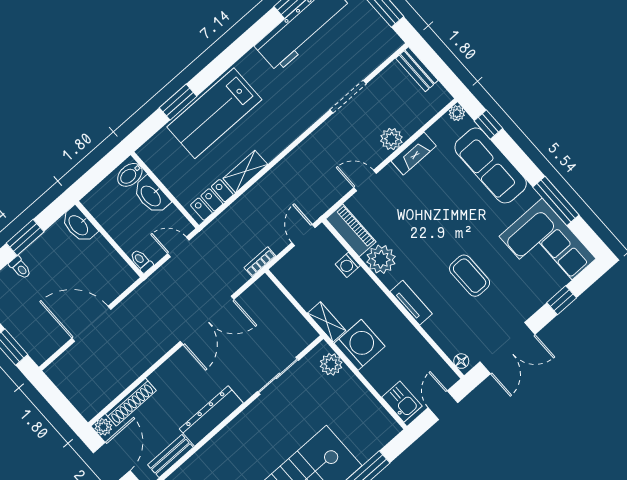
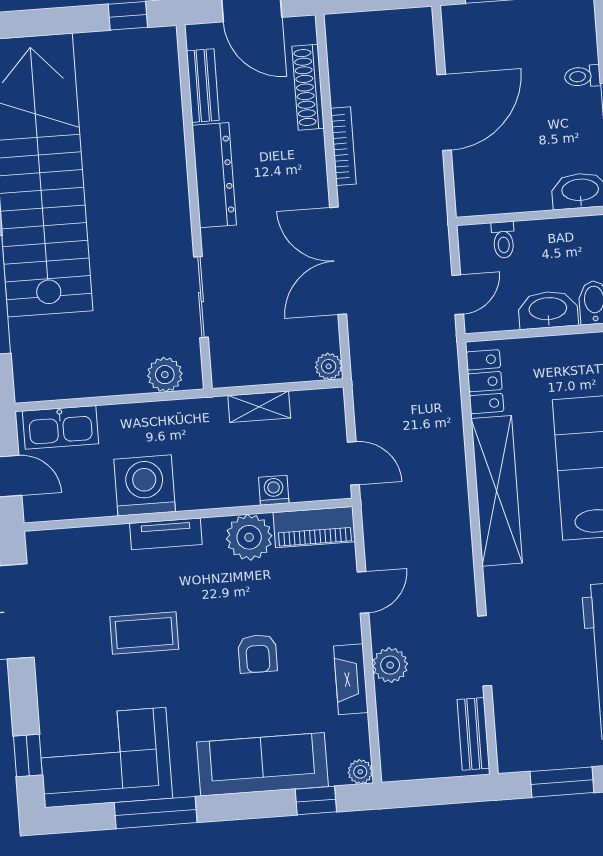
bench: (417, 69) -> (473, 734), moved, turned 90
shelving: (245, 171) -> (497, 491), width x2.20, depth x1.33
armchair: (437, 210) -> (258, 654), added
toilet: (141, 261) -> (503, 240), moved, turned 90
bookcase: (260, 262) -> (343, 146), moved, width x1.56
window: (562, 300) -> (28, 755), moved
shelving: (327, 322) -> (259, 407), moved
washing machine: (360, 345) -> (145, 485), moved, turned 180
floor lamp: (461, 361) -> (45, 541), removed
kitchen sink: (402, 402) -> (60, 427), width x1.38
plant: (103, 427) -> (329, 366), moved

